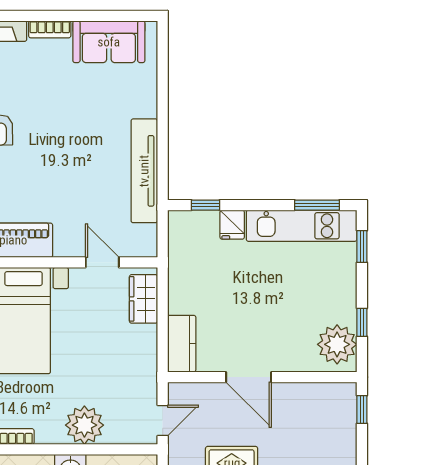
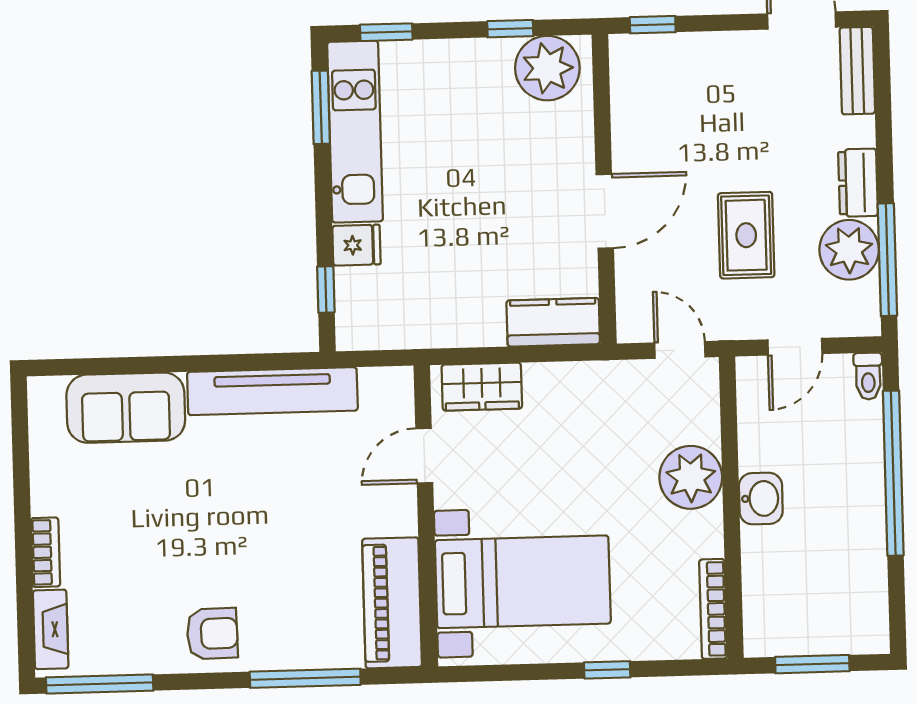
sofa: (109, 42) -> (126, 408), moved, turned 90

